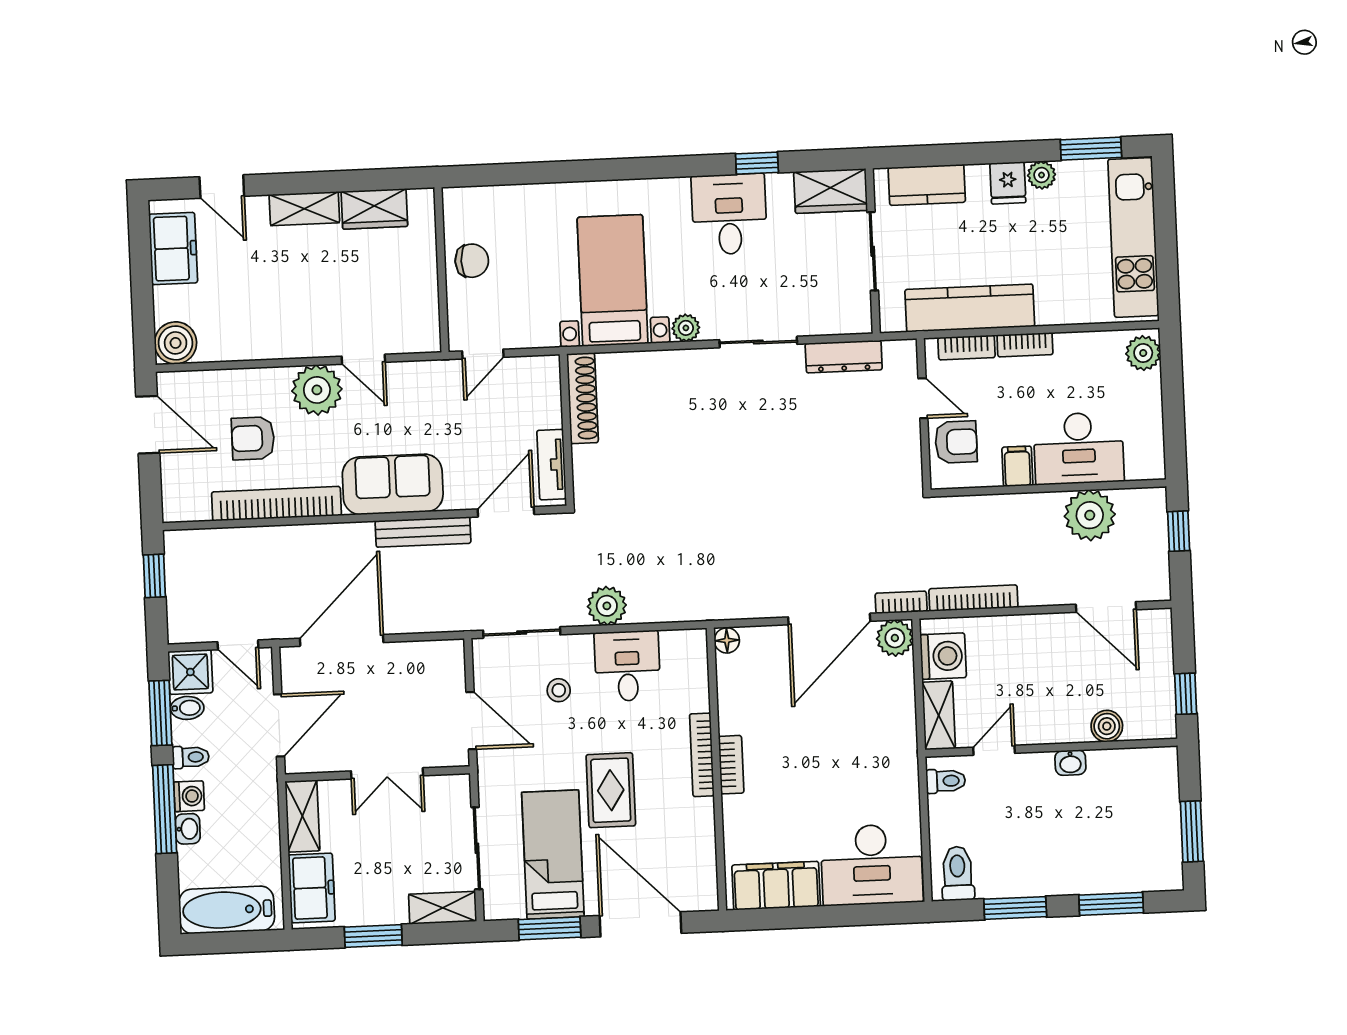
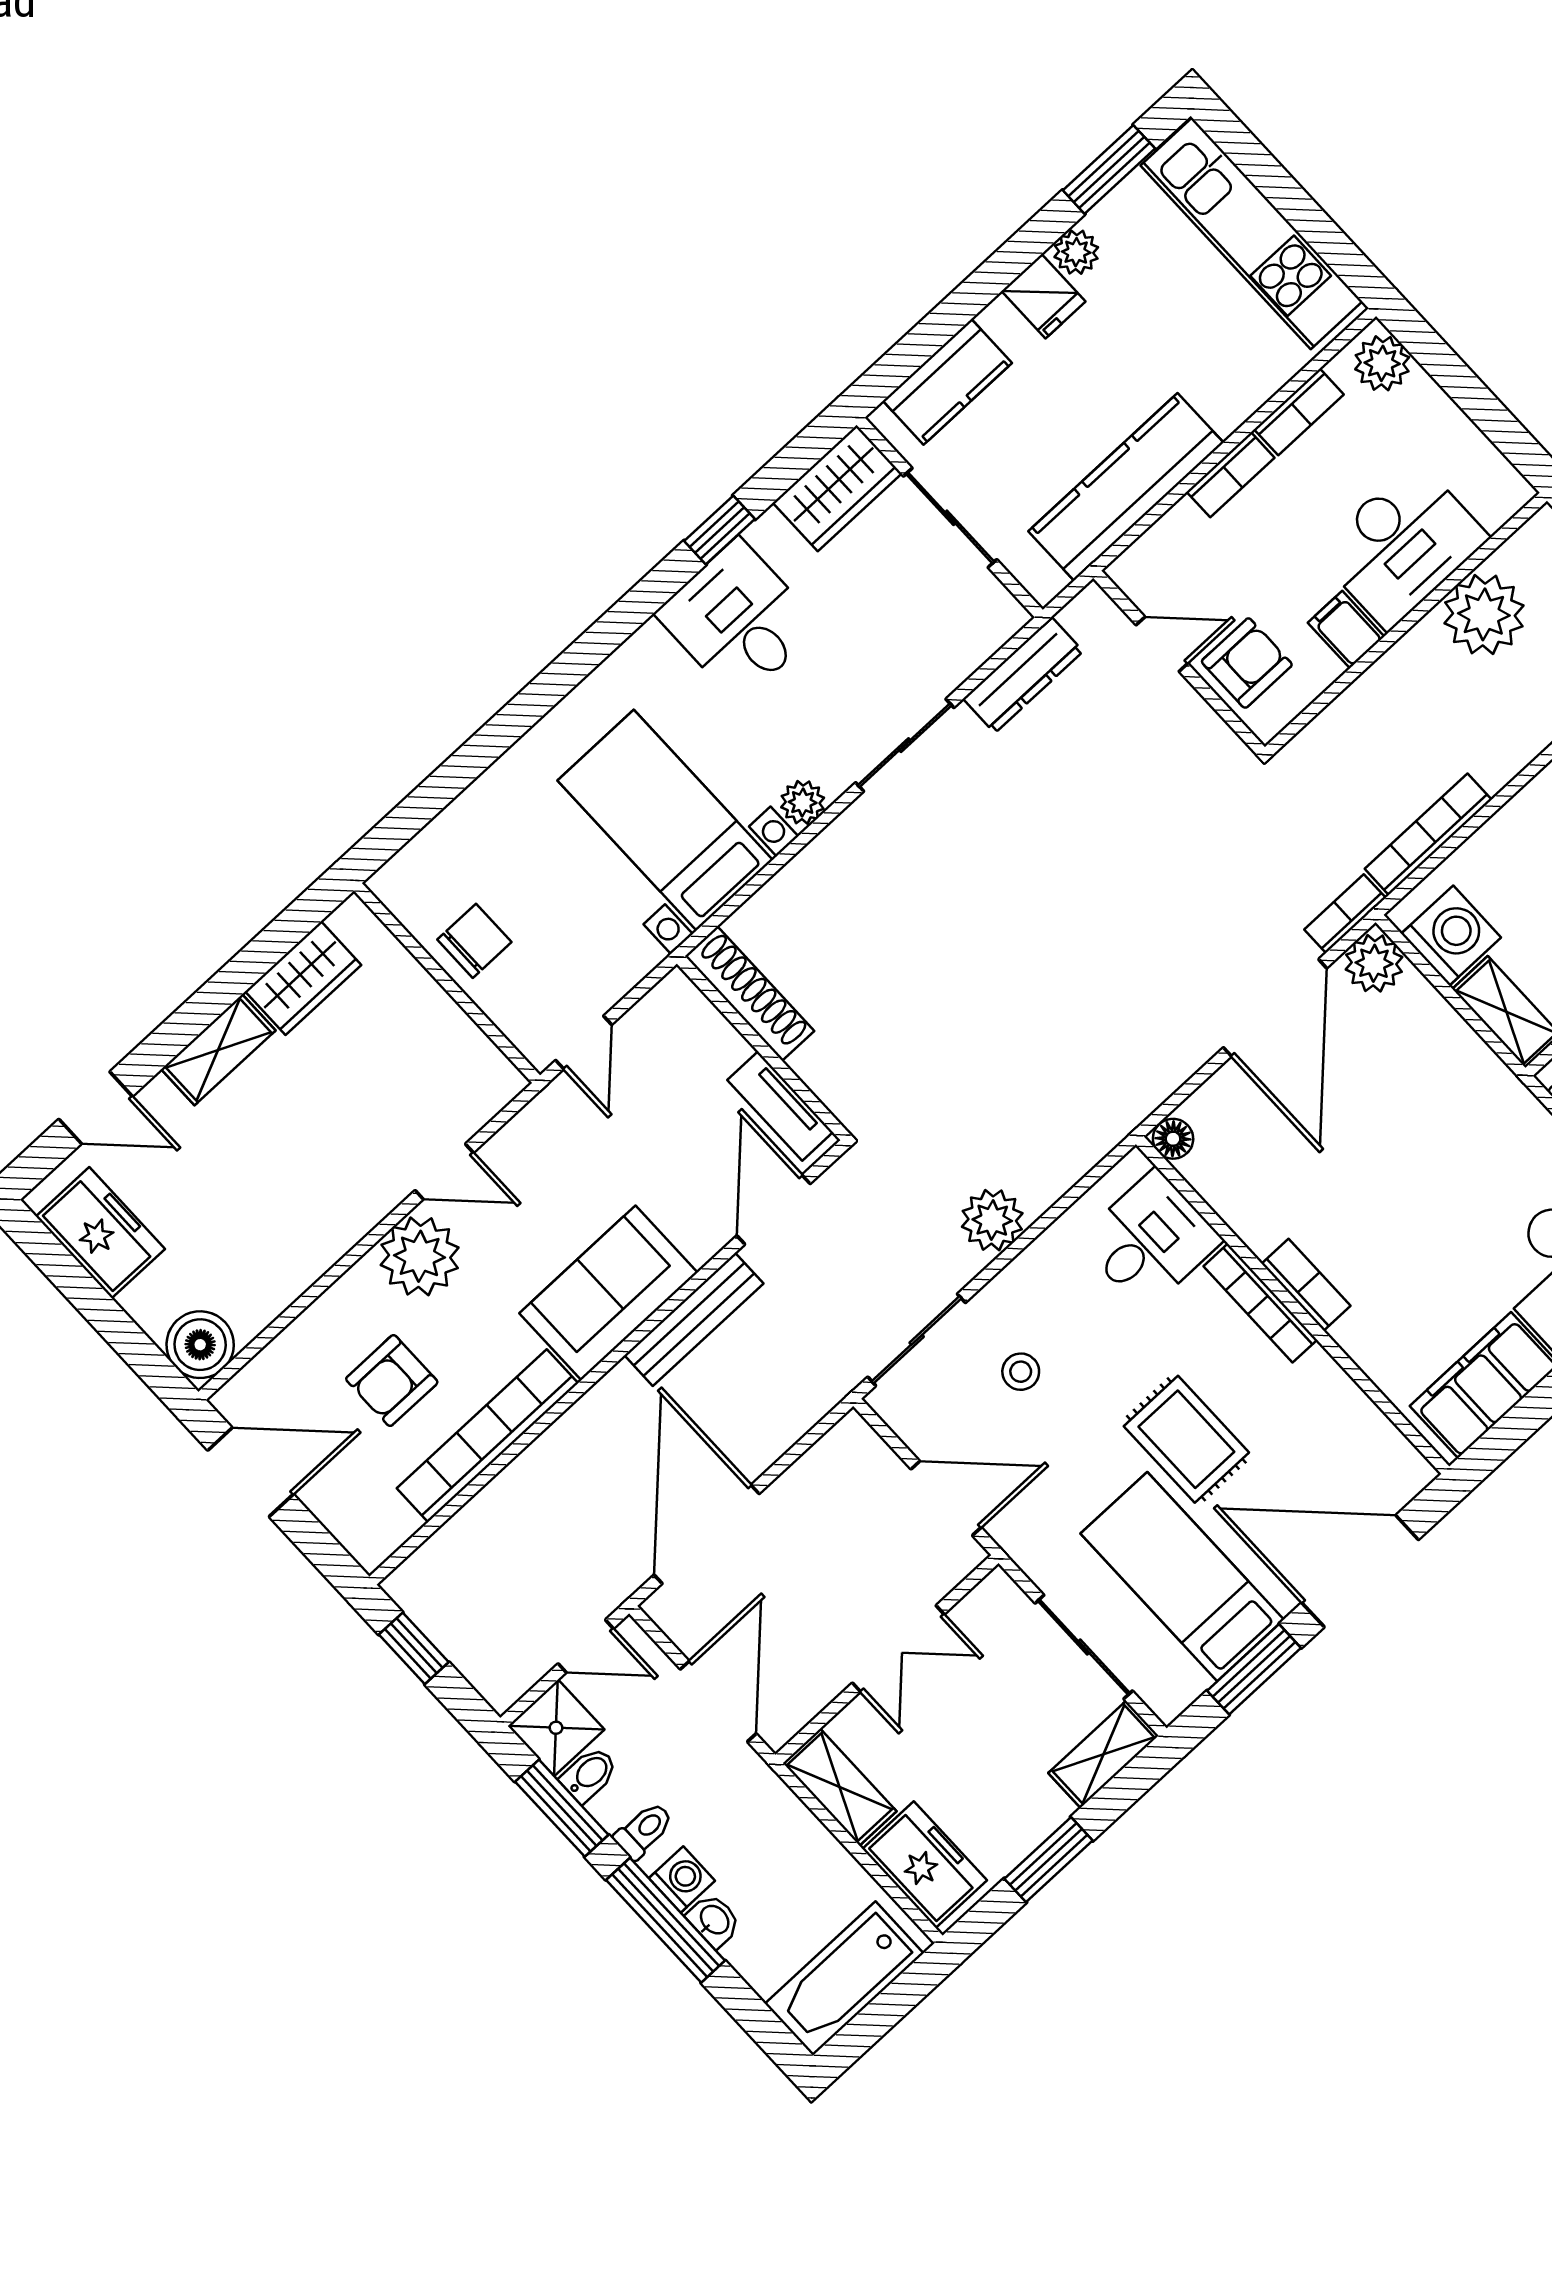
bookcase: (967, 348) -> (1299, 412), moved
desk: (627, 666) -> (1150, 1240), moved, turned 90

